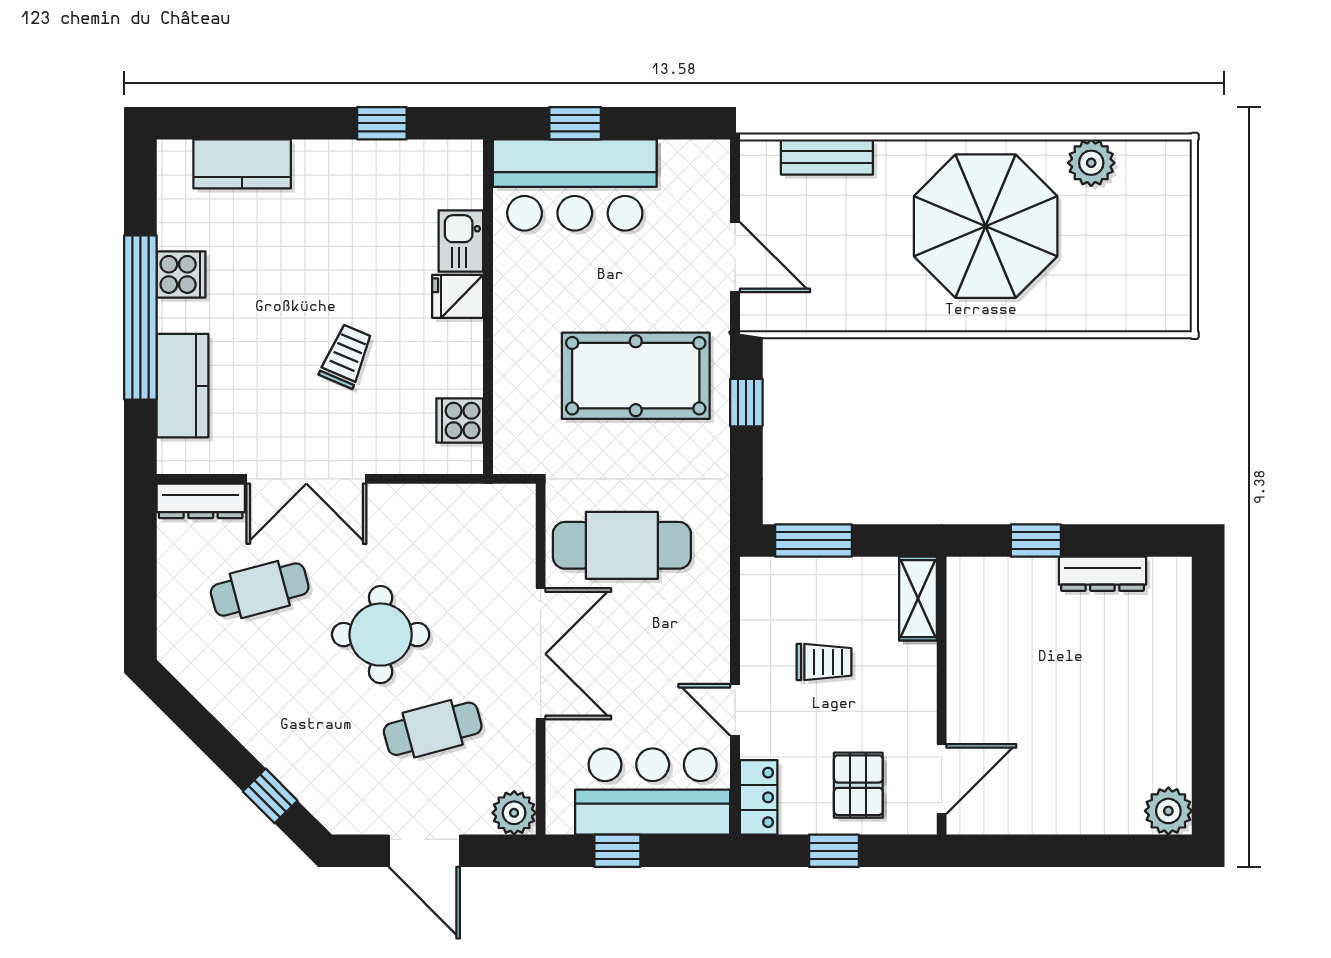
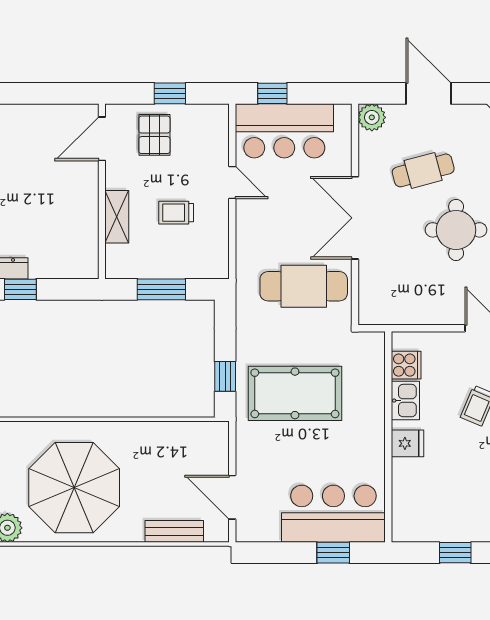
kitchen sink: (461, 241) -> (405, 401), moved
door: (735, 257) -> (232, 497), moved
window: (814, 540) -> (161, 289), moved
window: (1036, 540) -> (20, 289), moved
shelving: (918, 599) -> (117, 217), moved
locker: (759, 797) -> (217, 127), removed
window: (617, 851) -> (272, 93), moved

